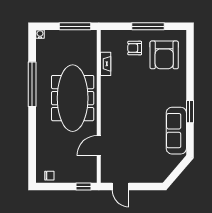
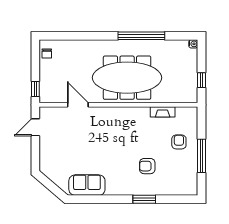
window: (75, 26) -> (201, 80), width x0.46
armchair: (164, 55) -> (147, 166), moved, width x0.53, depth x0.53
window: (190, 112) -> (144, 199), moved
sofa: (176, 131) -> (87, 185), width x0.73

